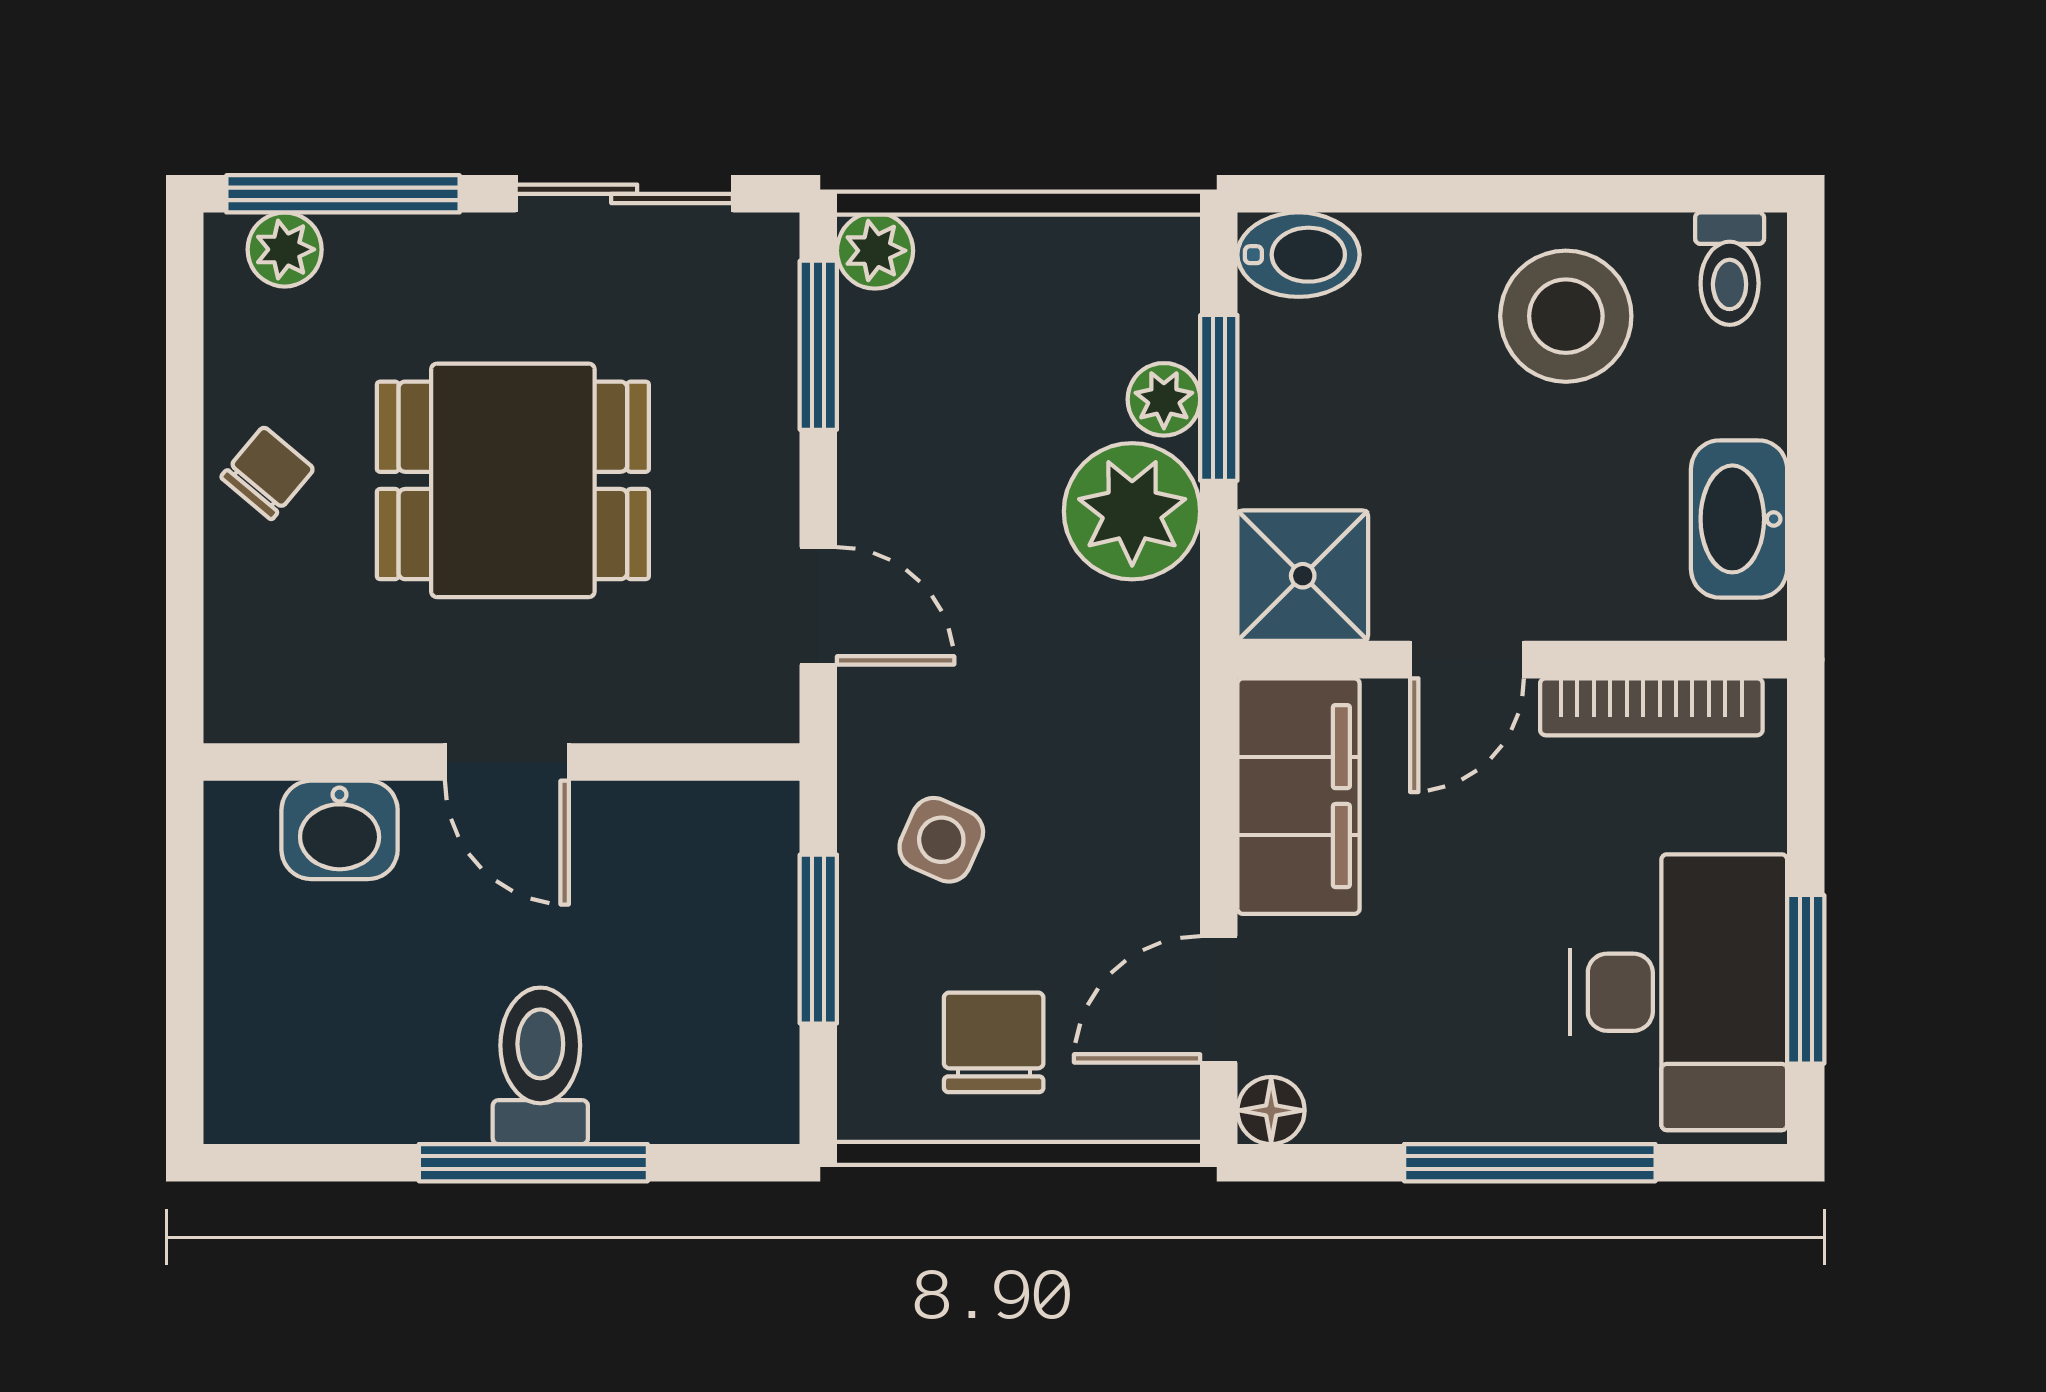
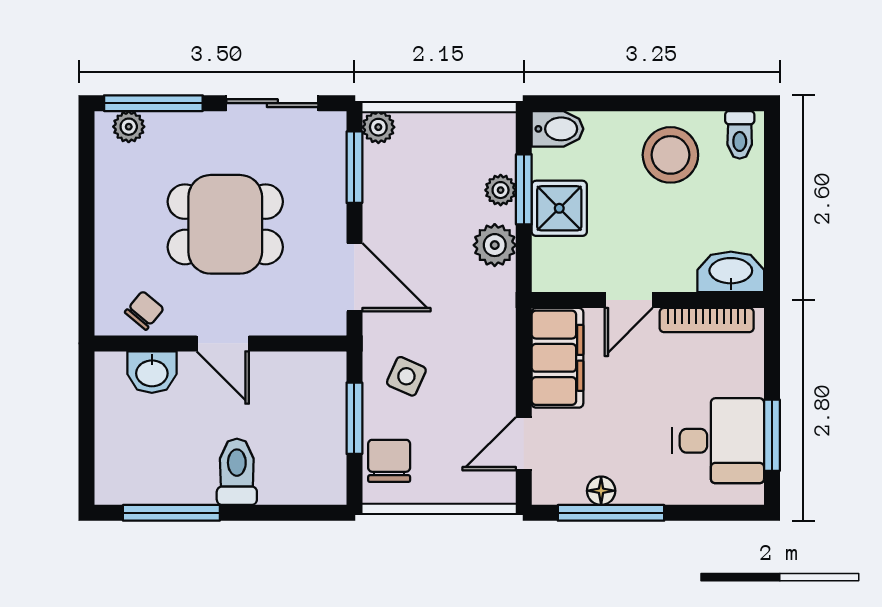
chair: (267, 473) -> (144, 310), moved
plant: (1132, 511) -> (495, 245), width x0.73, depth x0.73
washbasin: (1739, 519) -> (731, 272), moved, turned 90
shower: (1303, 576) -> (559, 208), moved
door: (818, 606) -> (354, 277), width x1.38
desk: (1679, 992) -> (718, 441), width x0.73
chair: (994, 1042) -> (389, 461), moved
floor lamp: (1271, 1110) -> (601, 491), moved
window: (533, 1163) -> (171, 513), moved
window: (1530, 1163) -> (611, 513), moved

